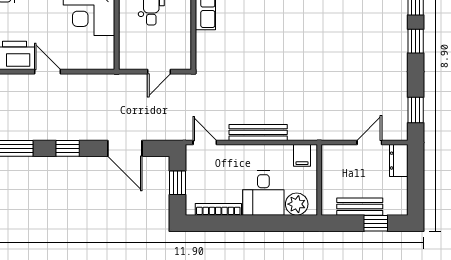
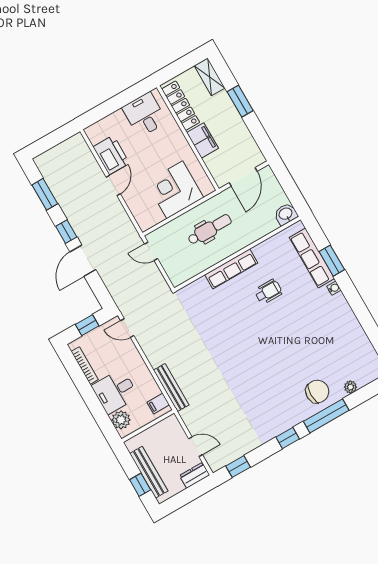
door: (159, 72) -> (151, 251), moved
bench: (258, 132) -> (171, 388), moved
door: (205, 142) -> (127, 328), swing flipped
door: (125, 148) -> (83, 261), moved
bench: (360, 207) -> (149, 472), width x1.36

